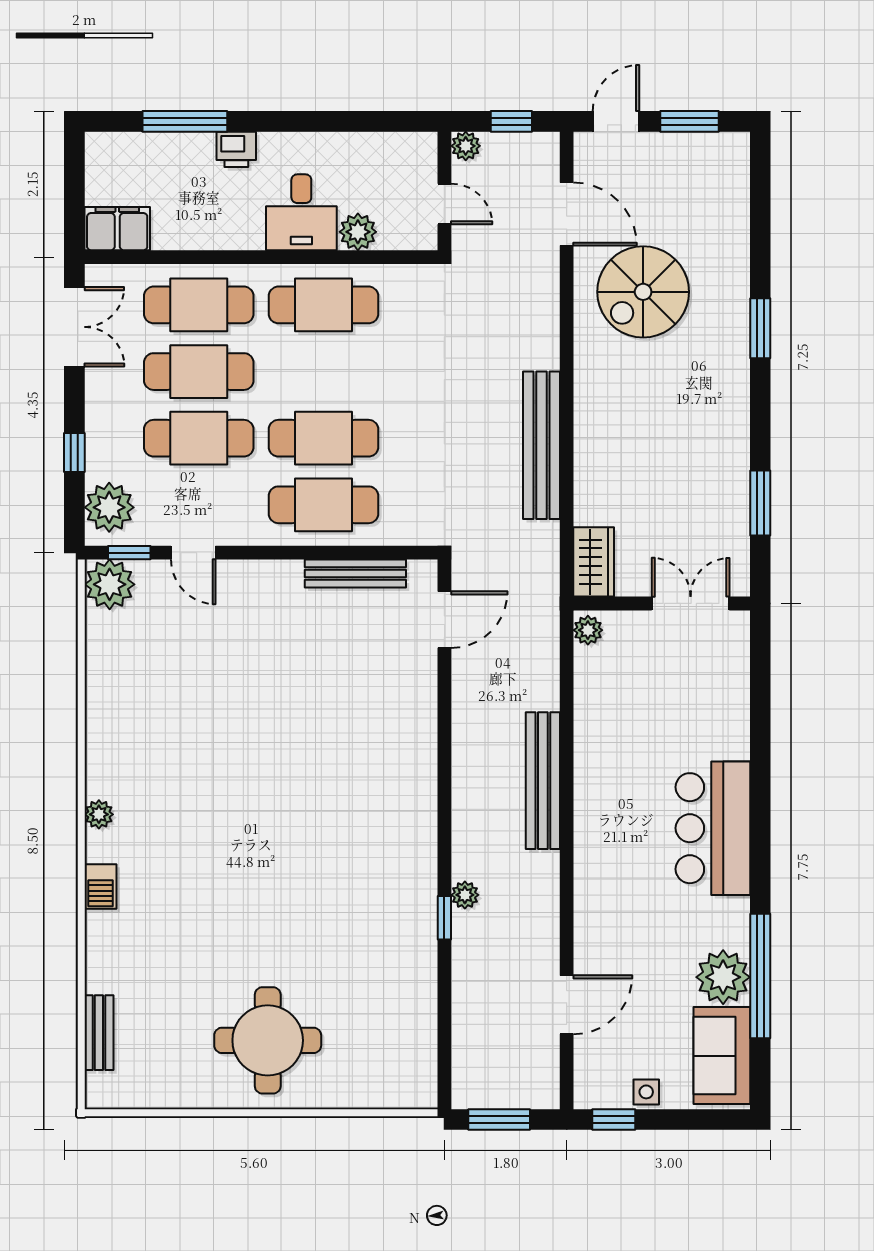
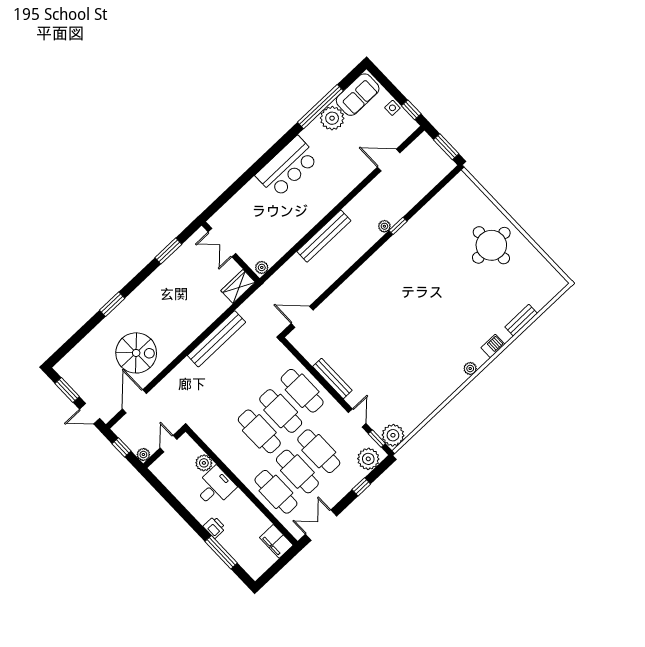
cafe table: (324, 305) -> (259, 431), moved
bench: (355, 573) -> (332, 378), moved
bench: (99, 1033) -> (521, 320), moved

